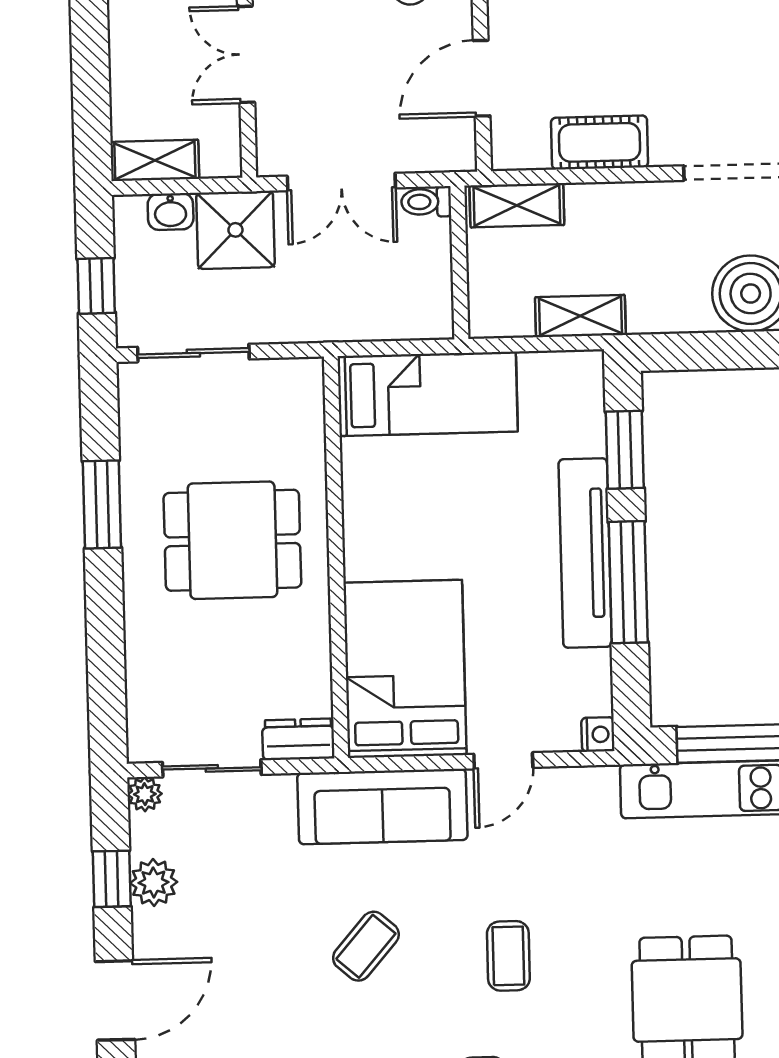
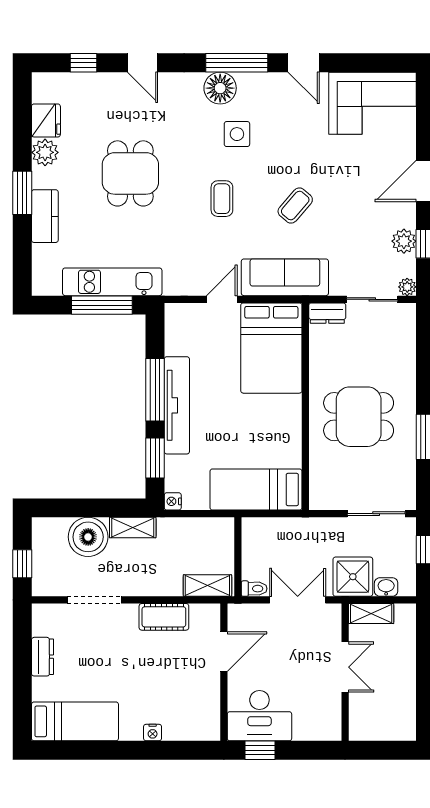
shelving: (155, 160) -> (371, 614), moved
shelving: (580, 316) -> (133, 528), moved
nightstand: (598, 734) -> (173, 501), moved

